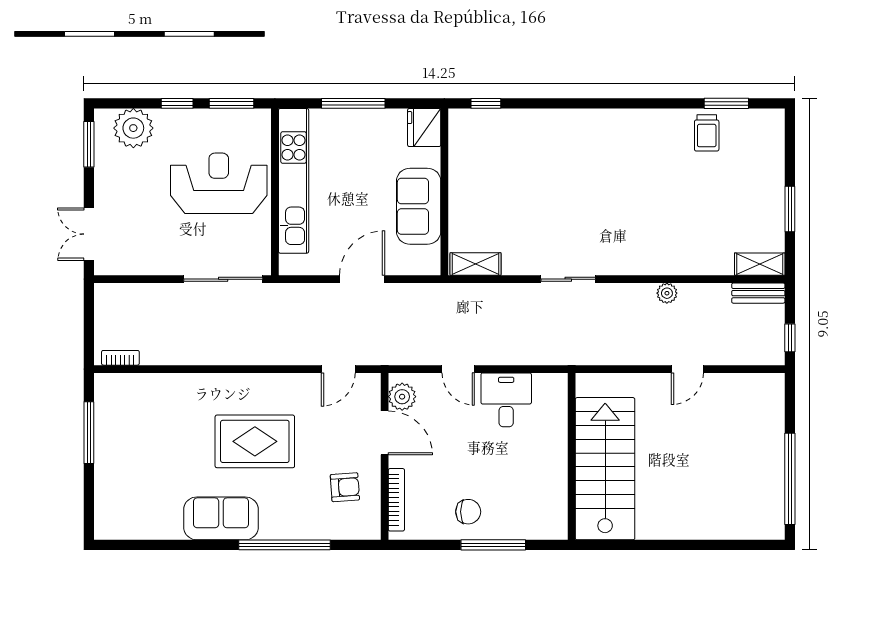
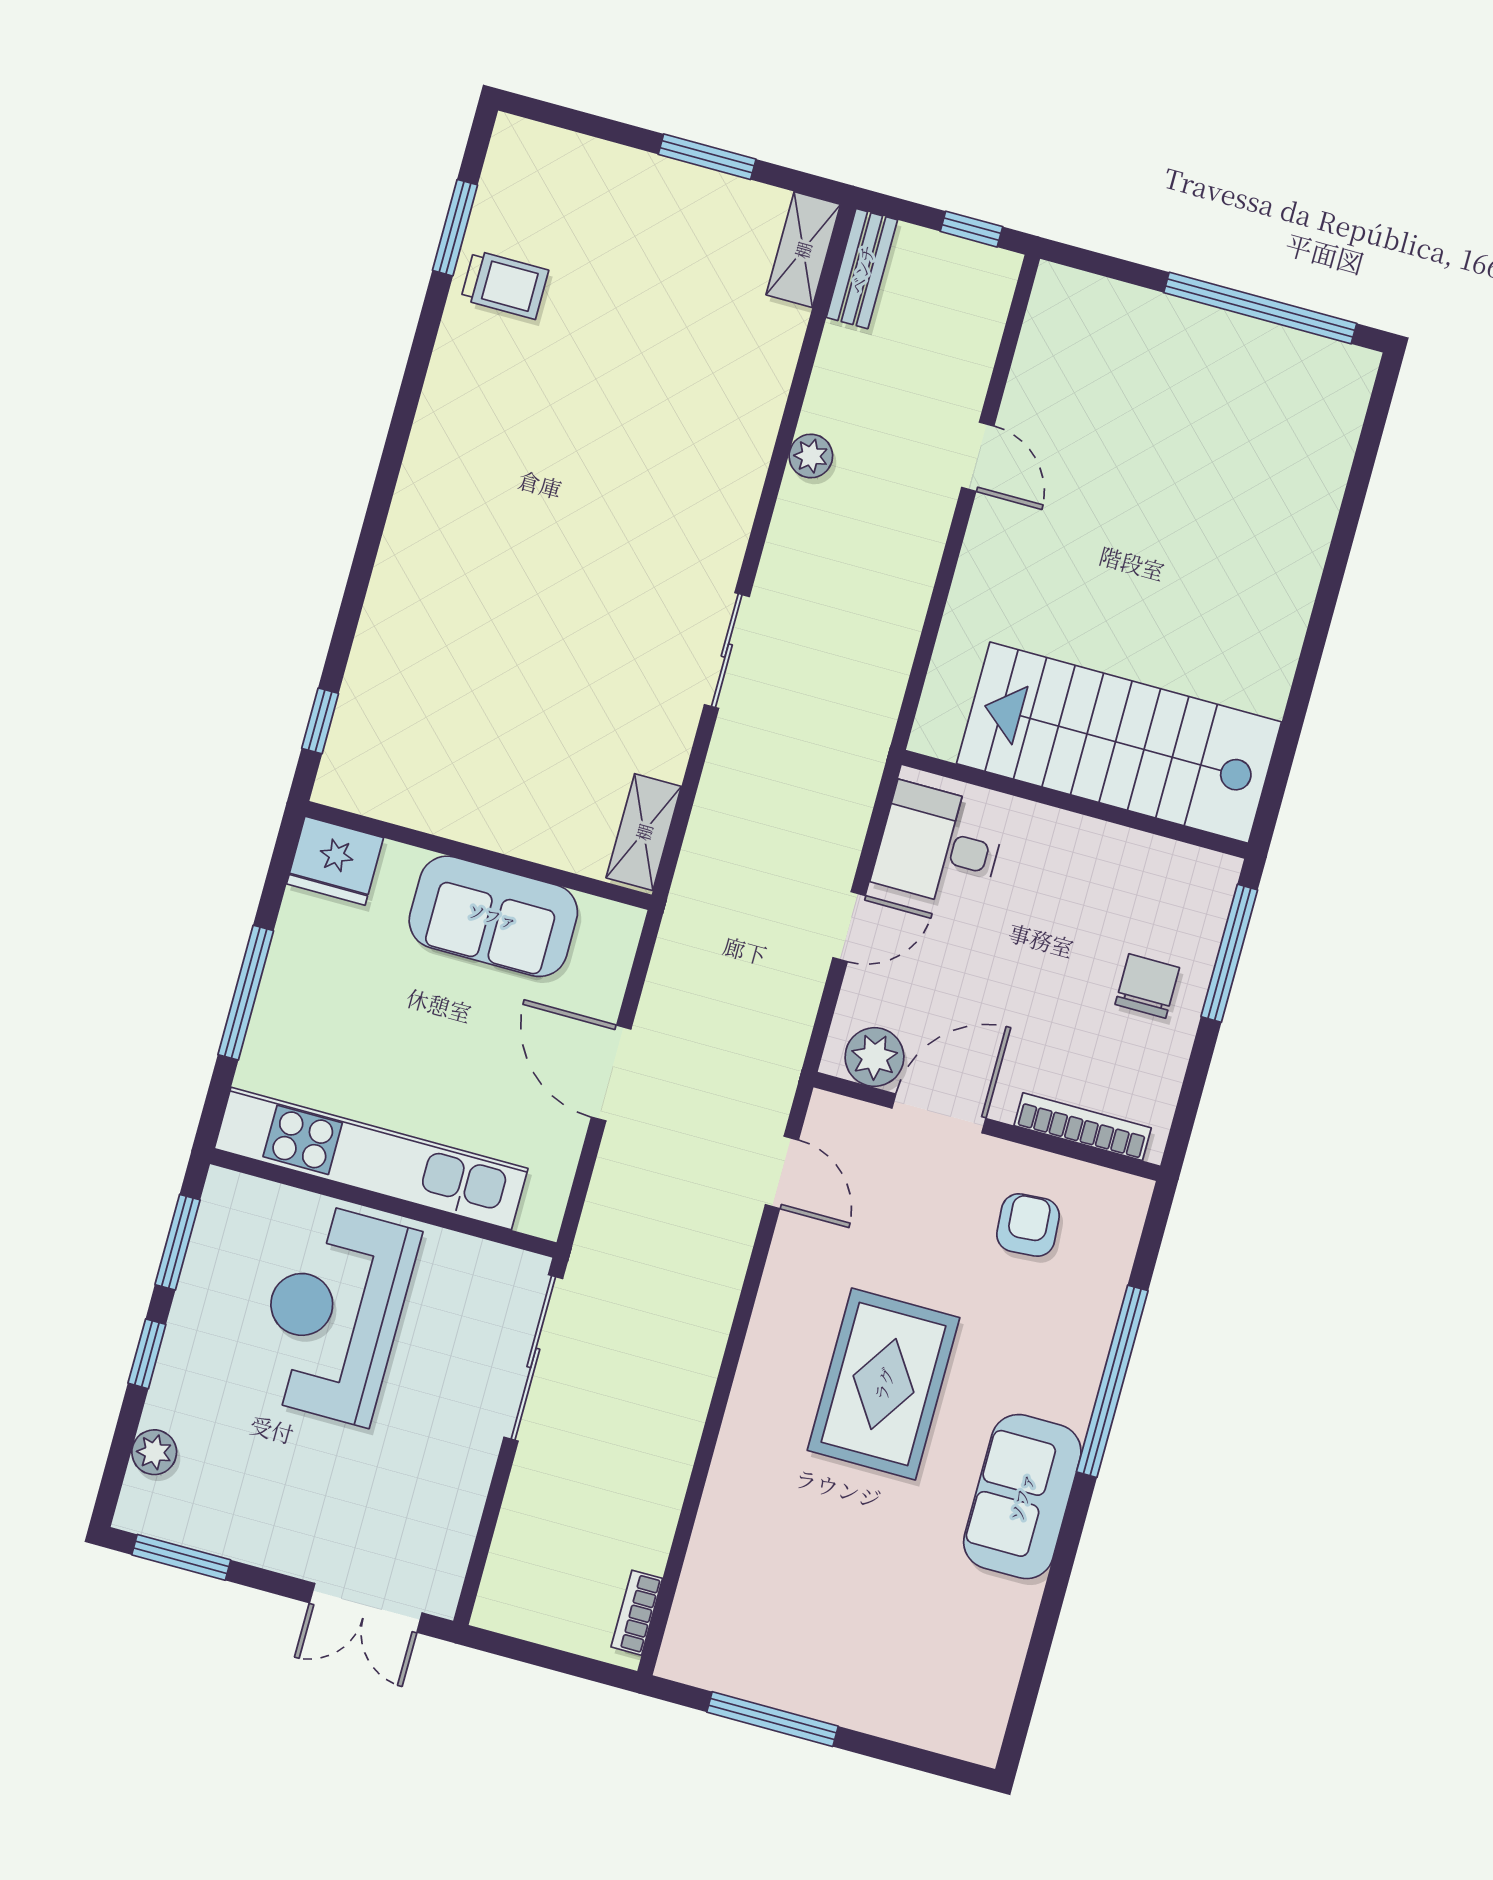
plant: (133, 128) -> (154, 1452), width x0.53, depth x0.53
wall: (572, 456) -> (1075, 804), moved
stairs: (605, 469) -> (1119, 743), moved

